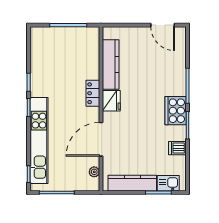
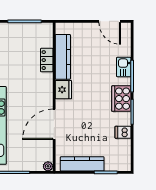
locker: (93, 93) -> (47, 60), moved
plant: (94, 172) -> (48, 166), moved
kitchen sink: (168, 183) -> (124, 67), moved, turned -90

